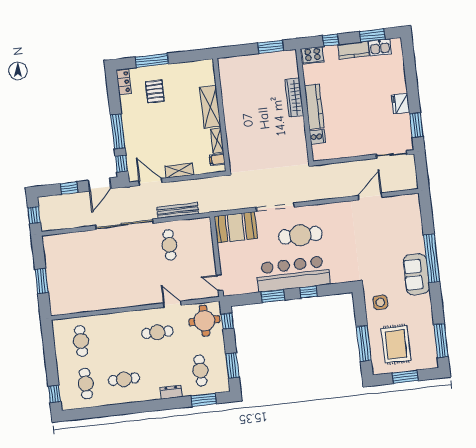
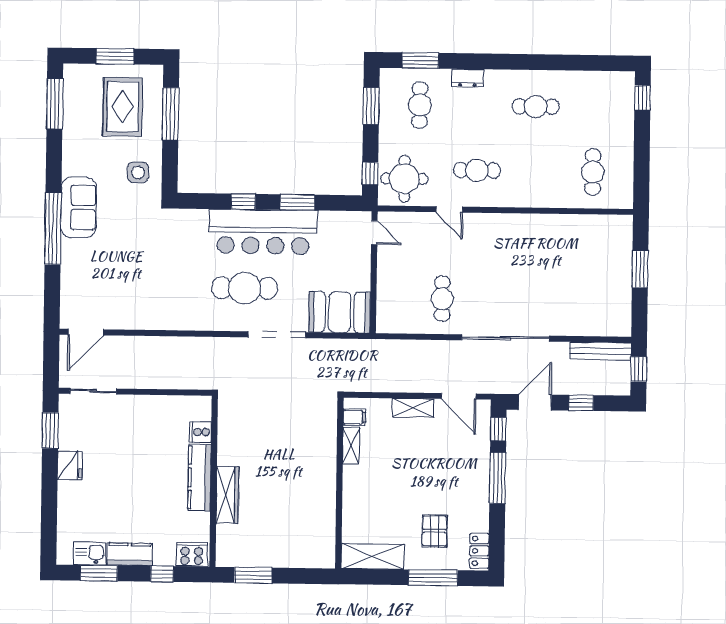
shelving: (210, 107) -> (373, 556), moved, turned 90
door: (370, 196) -> (86, 332), moved
bench: (178, 211) -> (600, 351), moved
cafe table: (86, 384) -> (594, 107), removed

